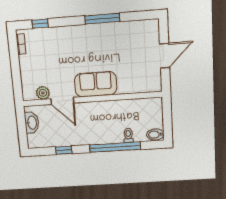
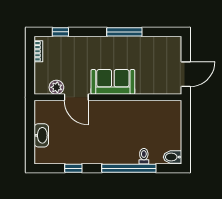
sofa: (96, 84) -> (113, 82), moved
plant: (43, 93) -> (56, 87), moved
wall: (92, 99) -> (108, 97), moved
door: (62, 101) -> (76, 97), moved

